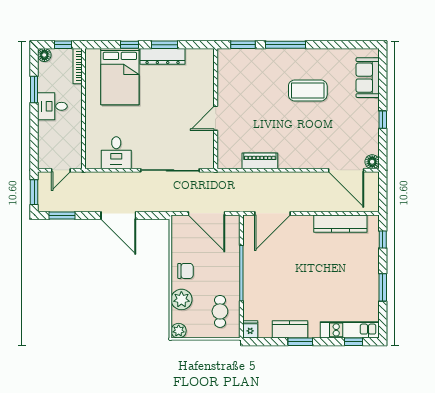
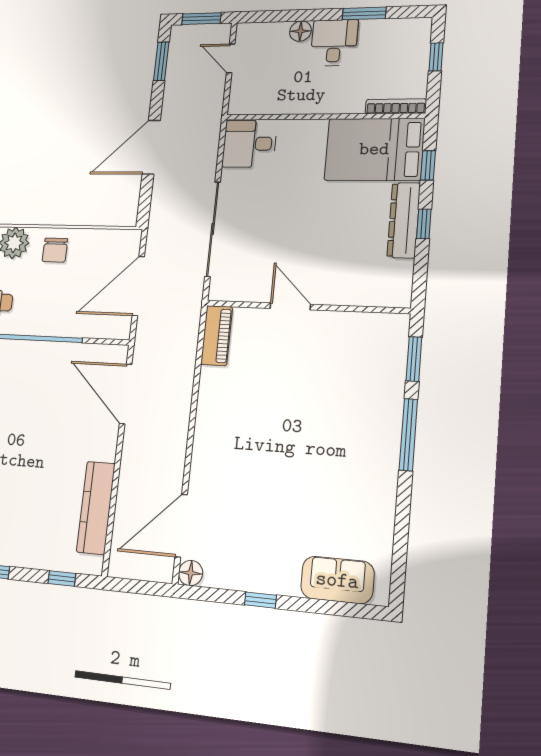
window: (165, 45) -> (424, 224), width x0.67
floor lamp: (44, 55) -> (300, 31), moved
bookcase: (78, 66) -> (396, 106), moved
coffee table: (308, 90) -> (324, 469), removed
wall: (84, 109) -> (324, 117), moved
piano: (260, 161) -> (217, 336), moved

